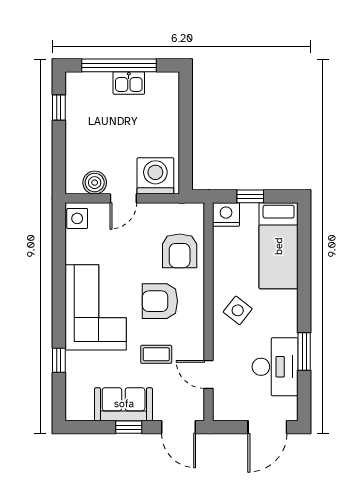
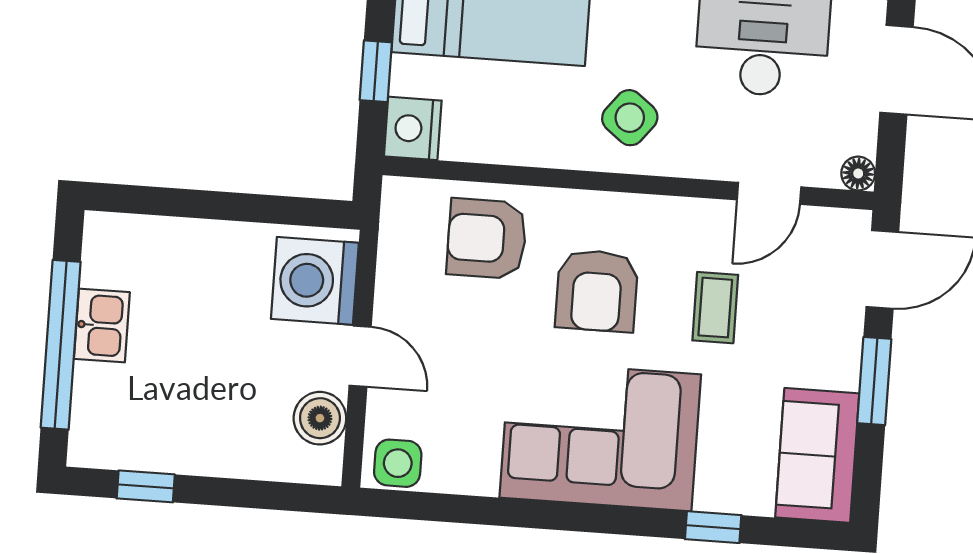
armchair: (180, 251) -> (487, 239), turned 180
sofa: (124, 404) -> (817, 455), moved
floor lamp: (220, 413) -> (858, 173), added
window: (129, 427) -> (874, 381), width x1.50

